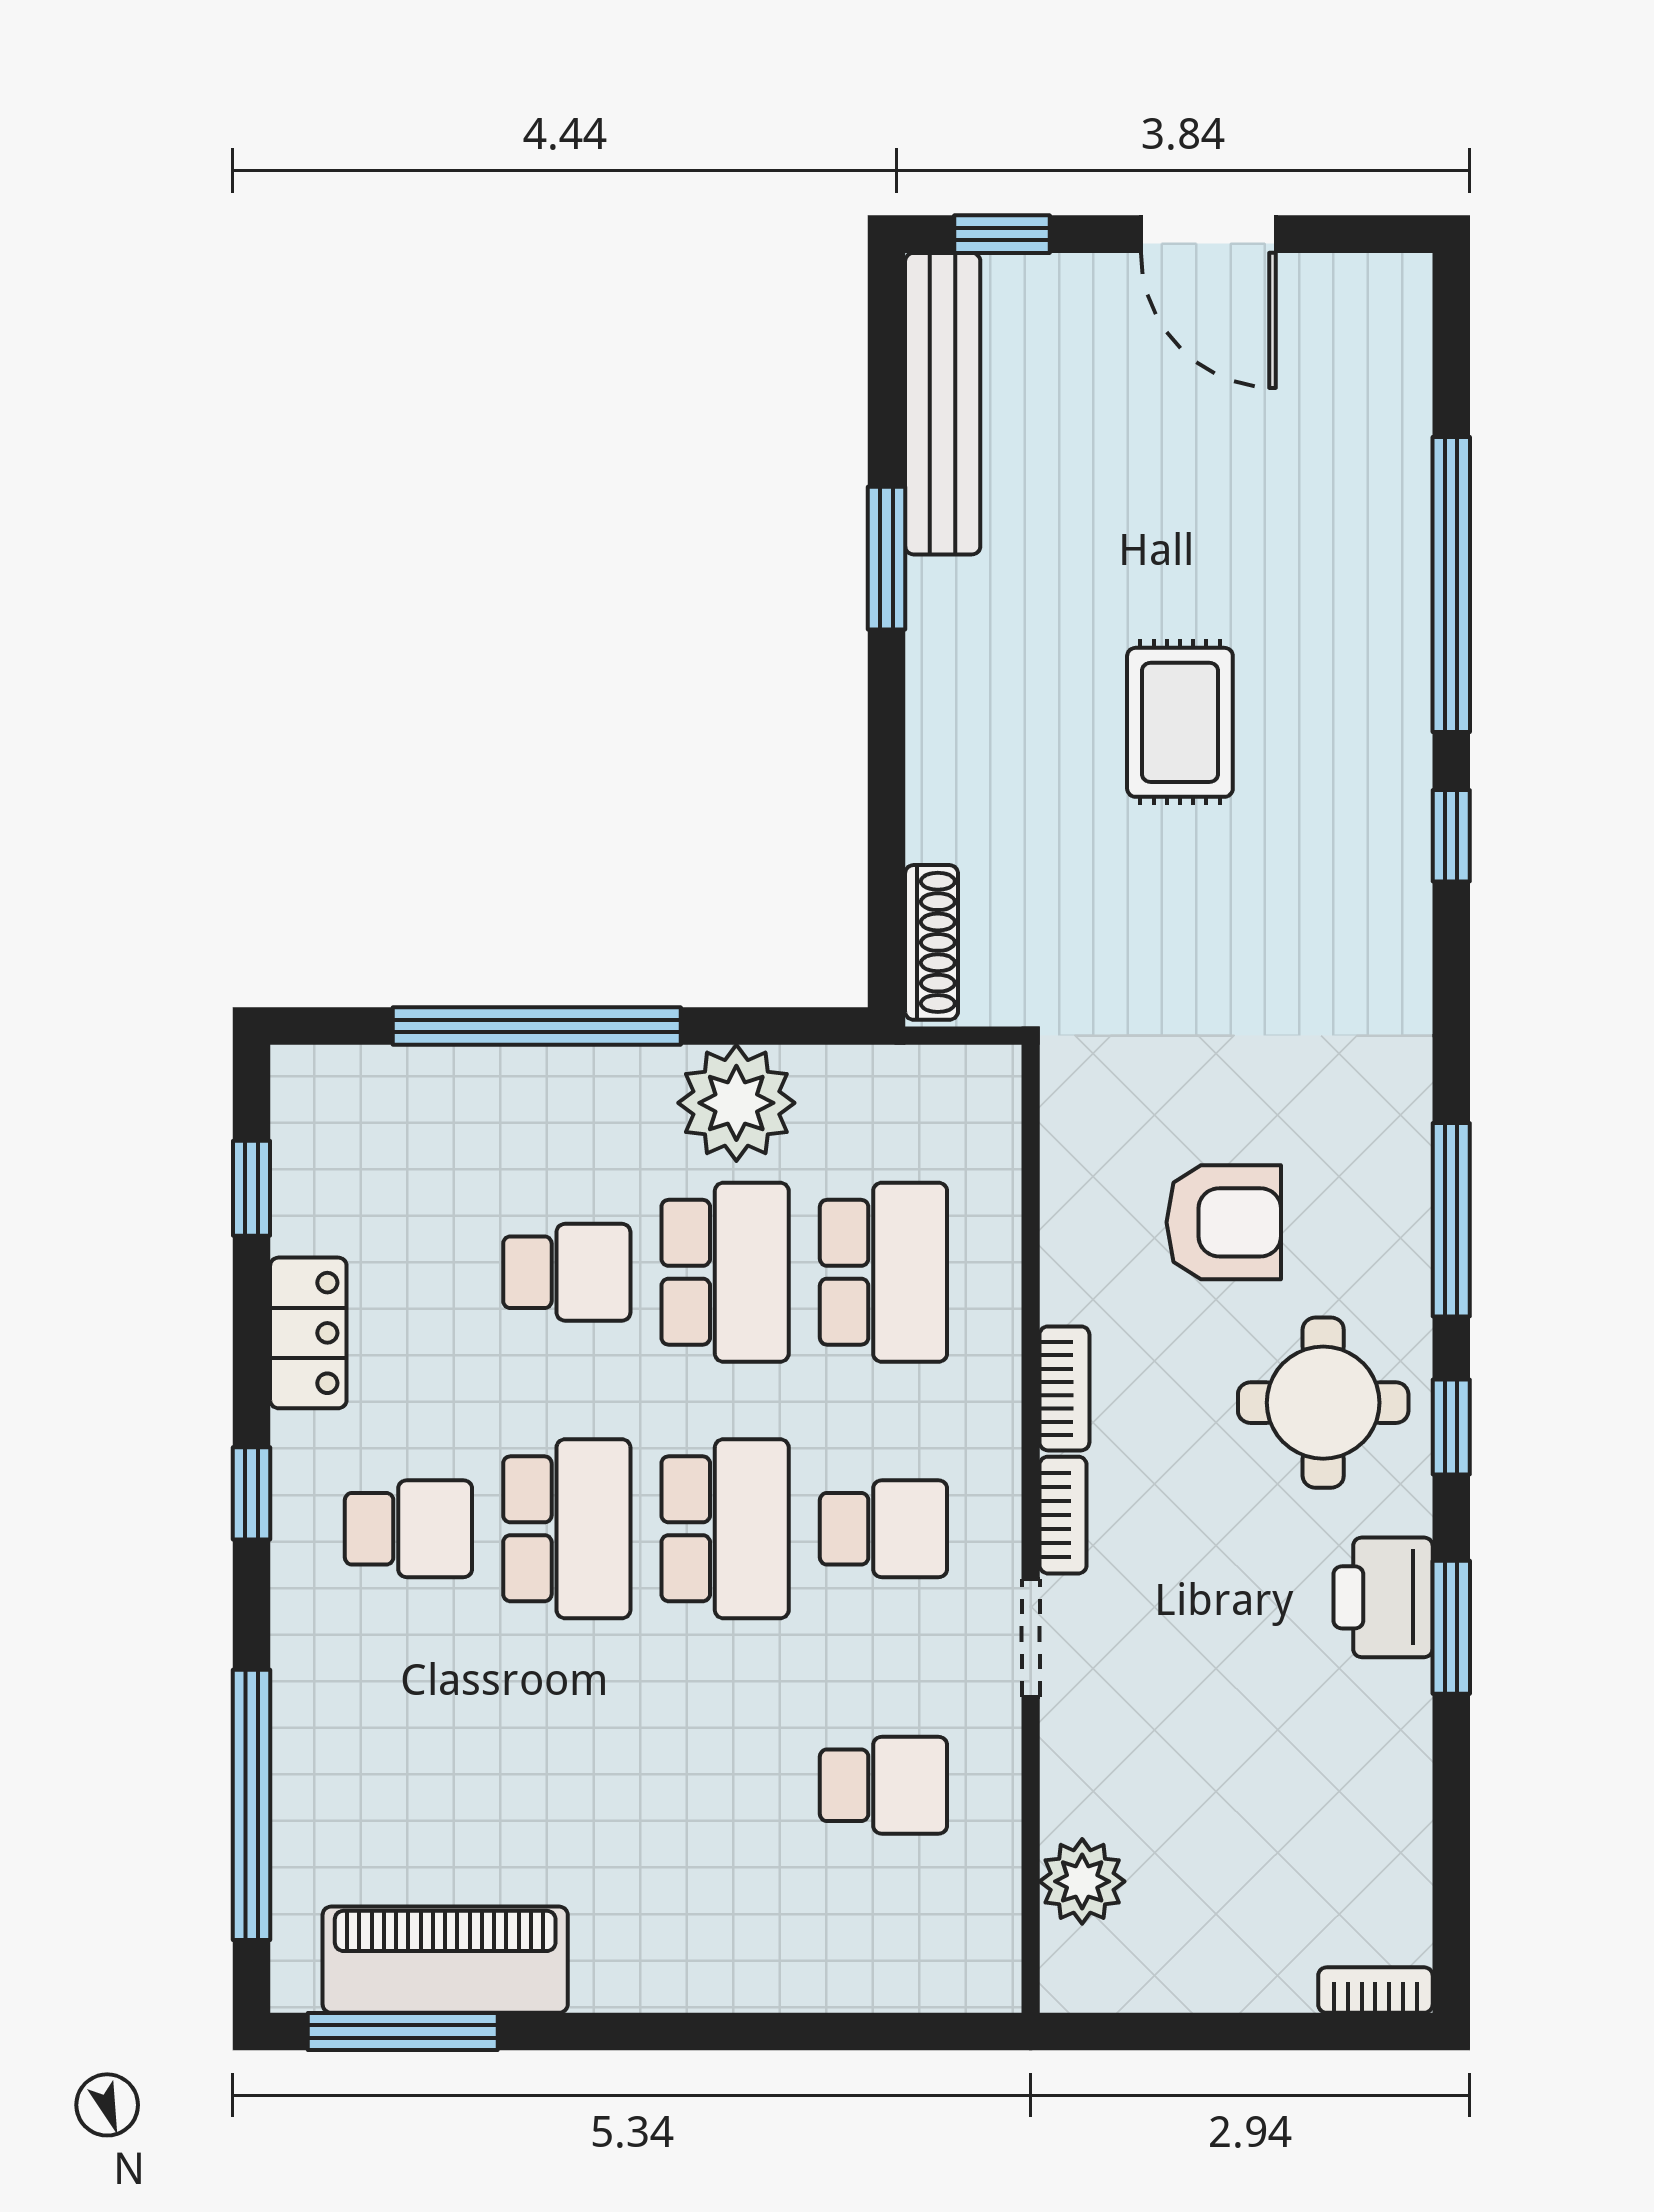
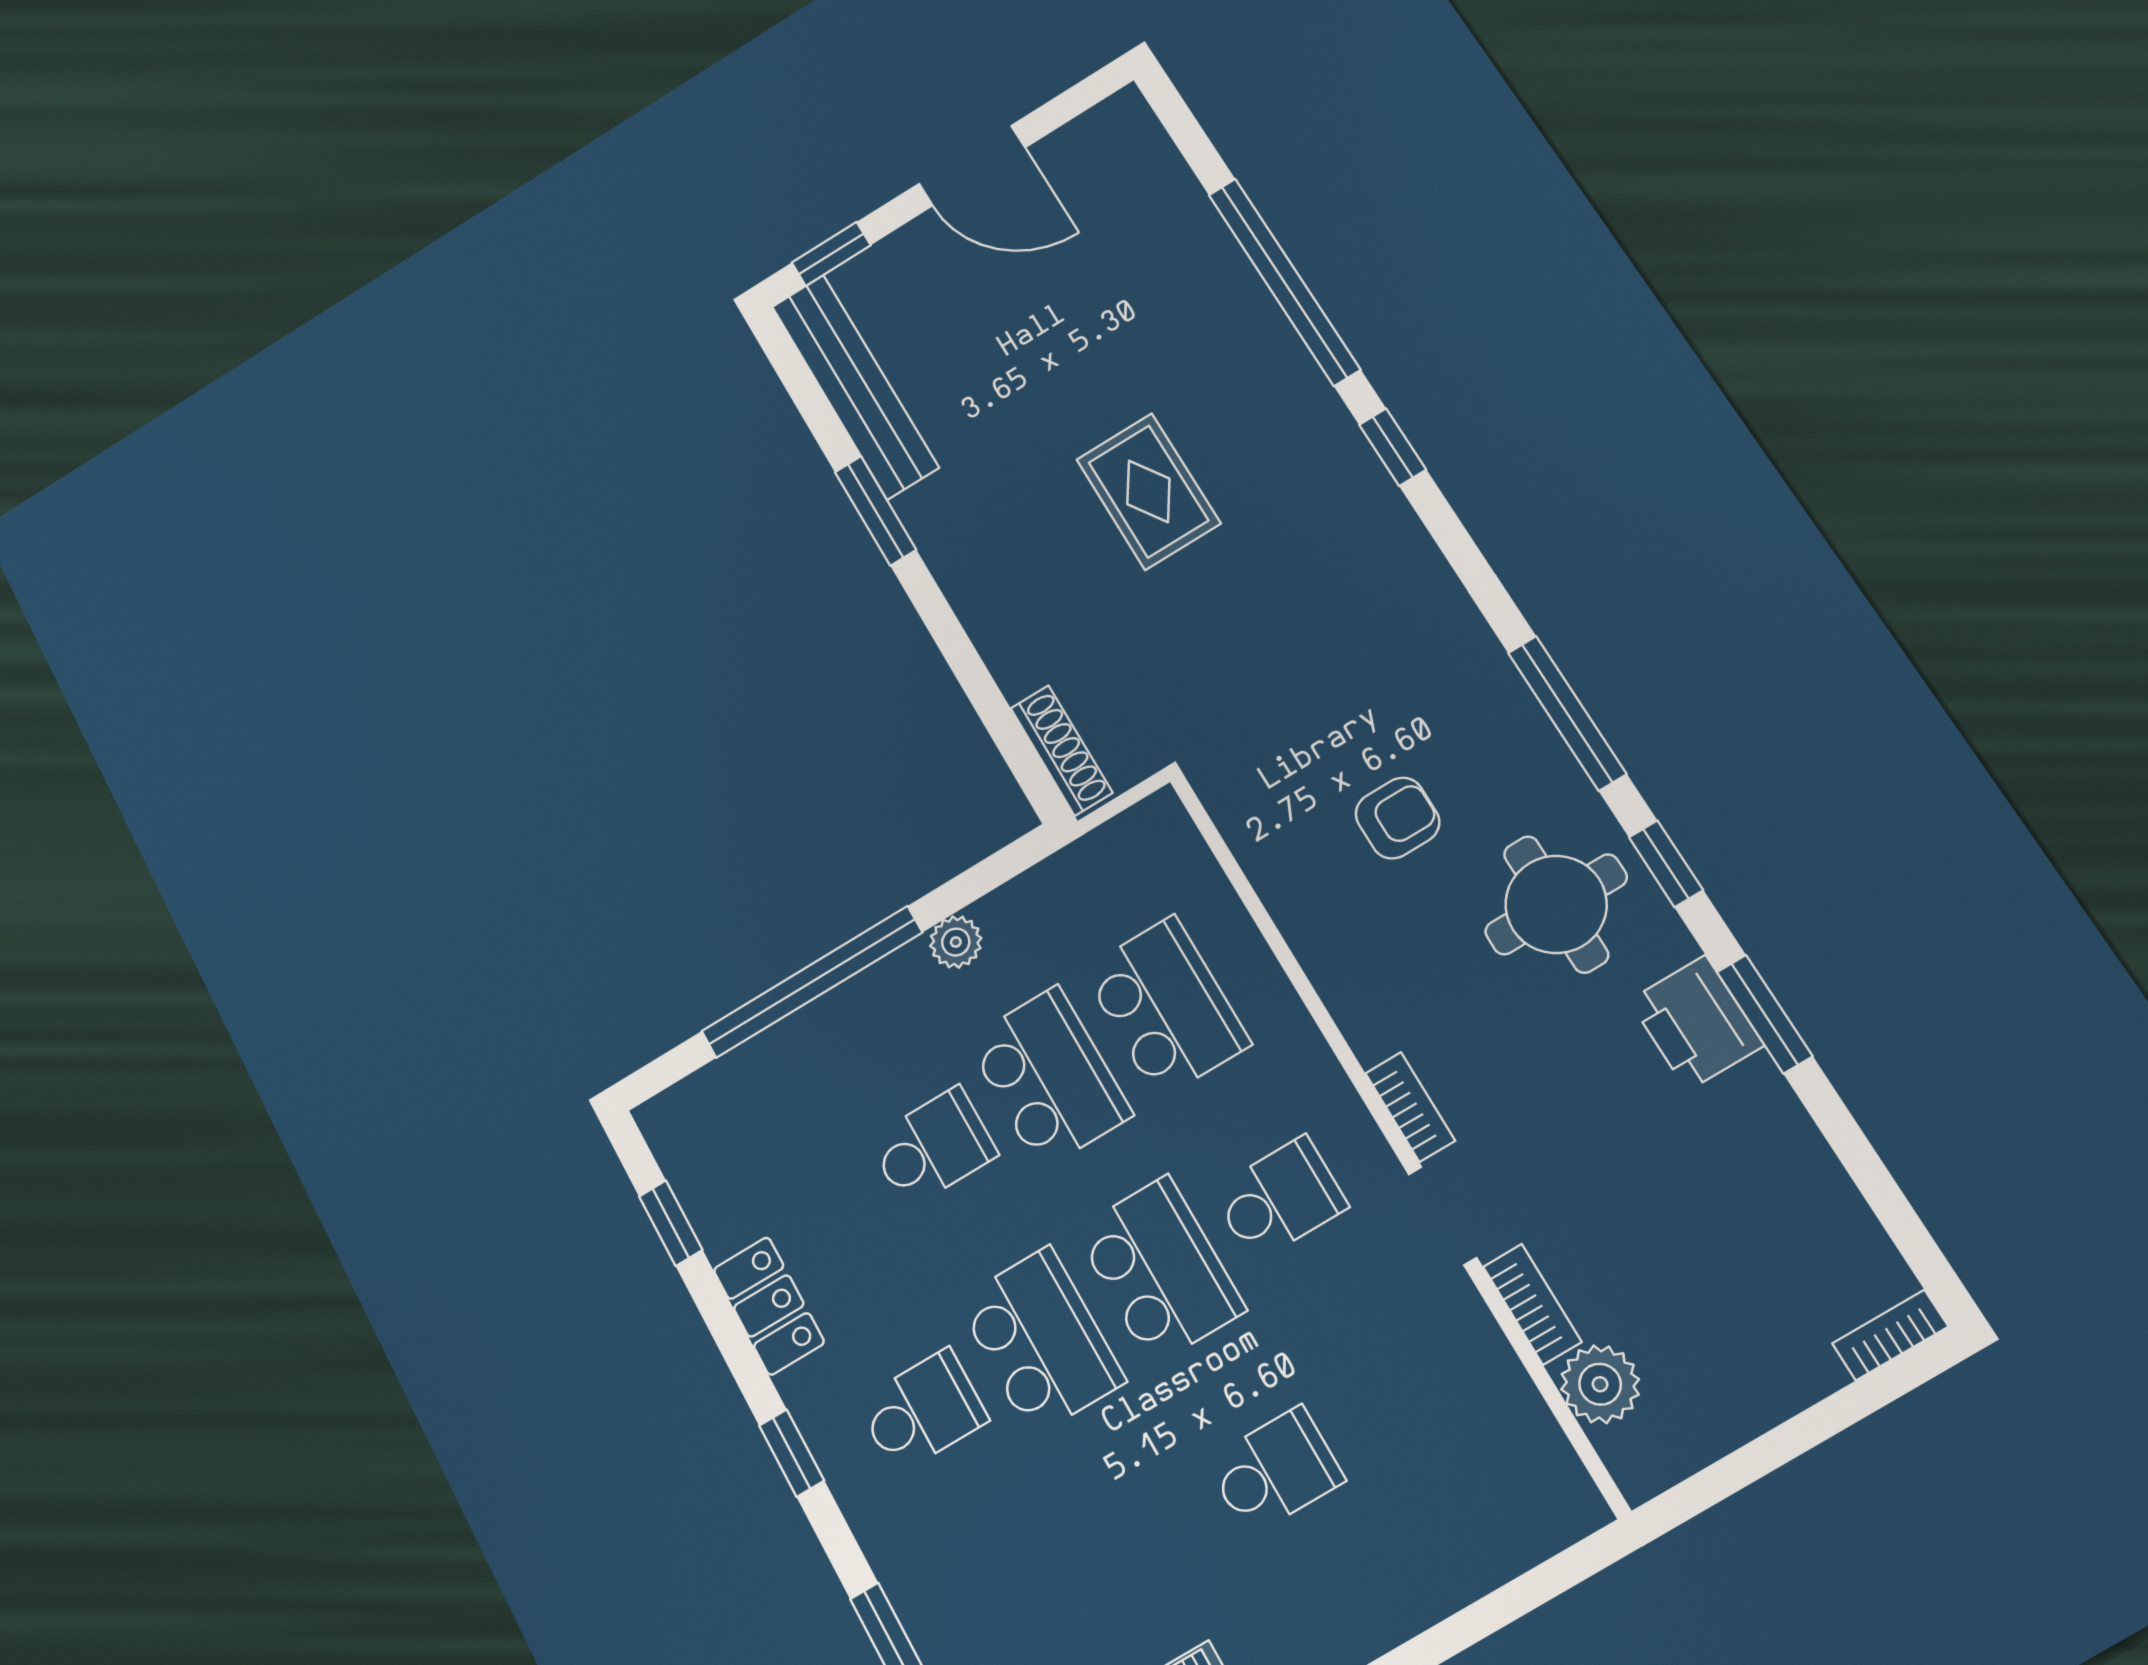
plant: (736, 1103) -> (956, 942), width x0.53, depth x0.53
armchair: (1224, 1222) -> (1397, 818), width x0.72, depth x0.72
bookcase: (1064, 1388) -> (1532, 1304), moved
school desk: (883, 1785) -> (1275, 1471), moved

